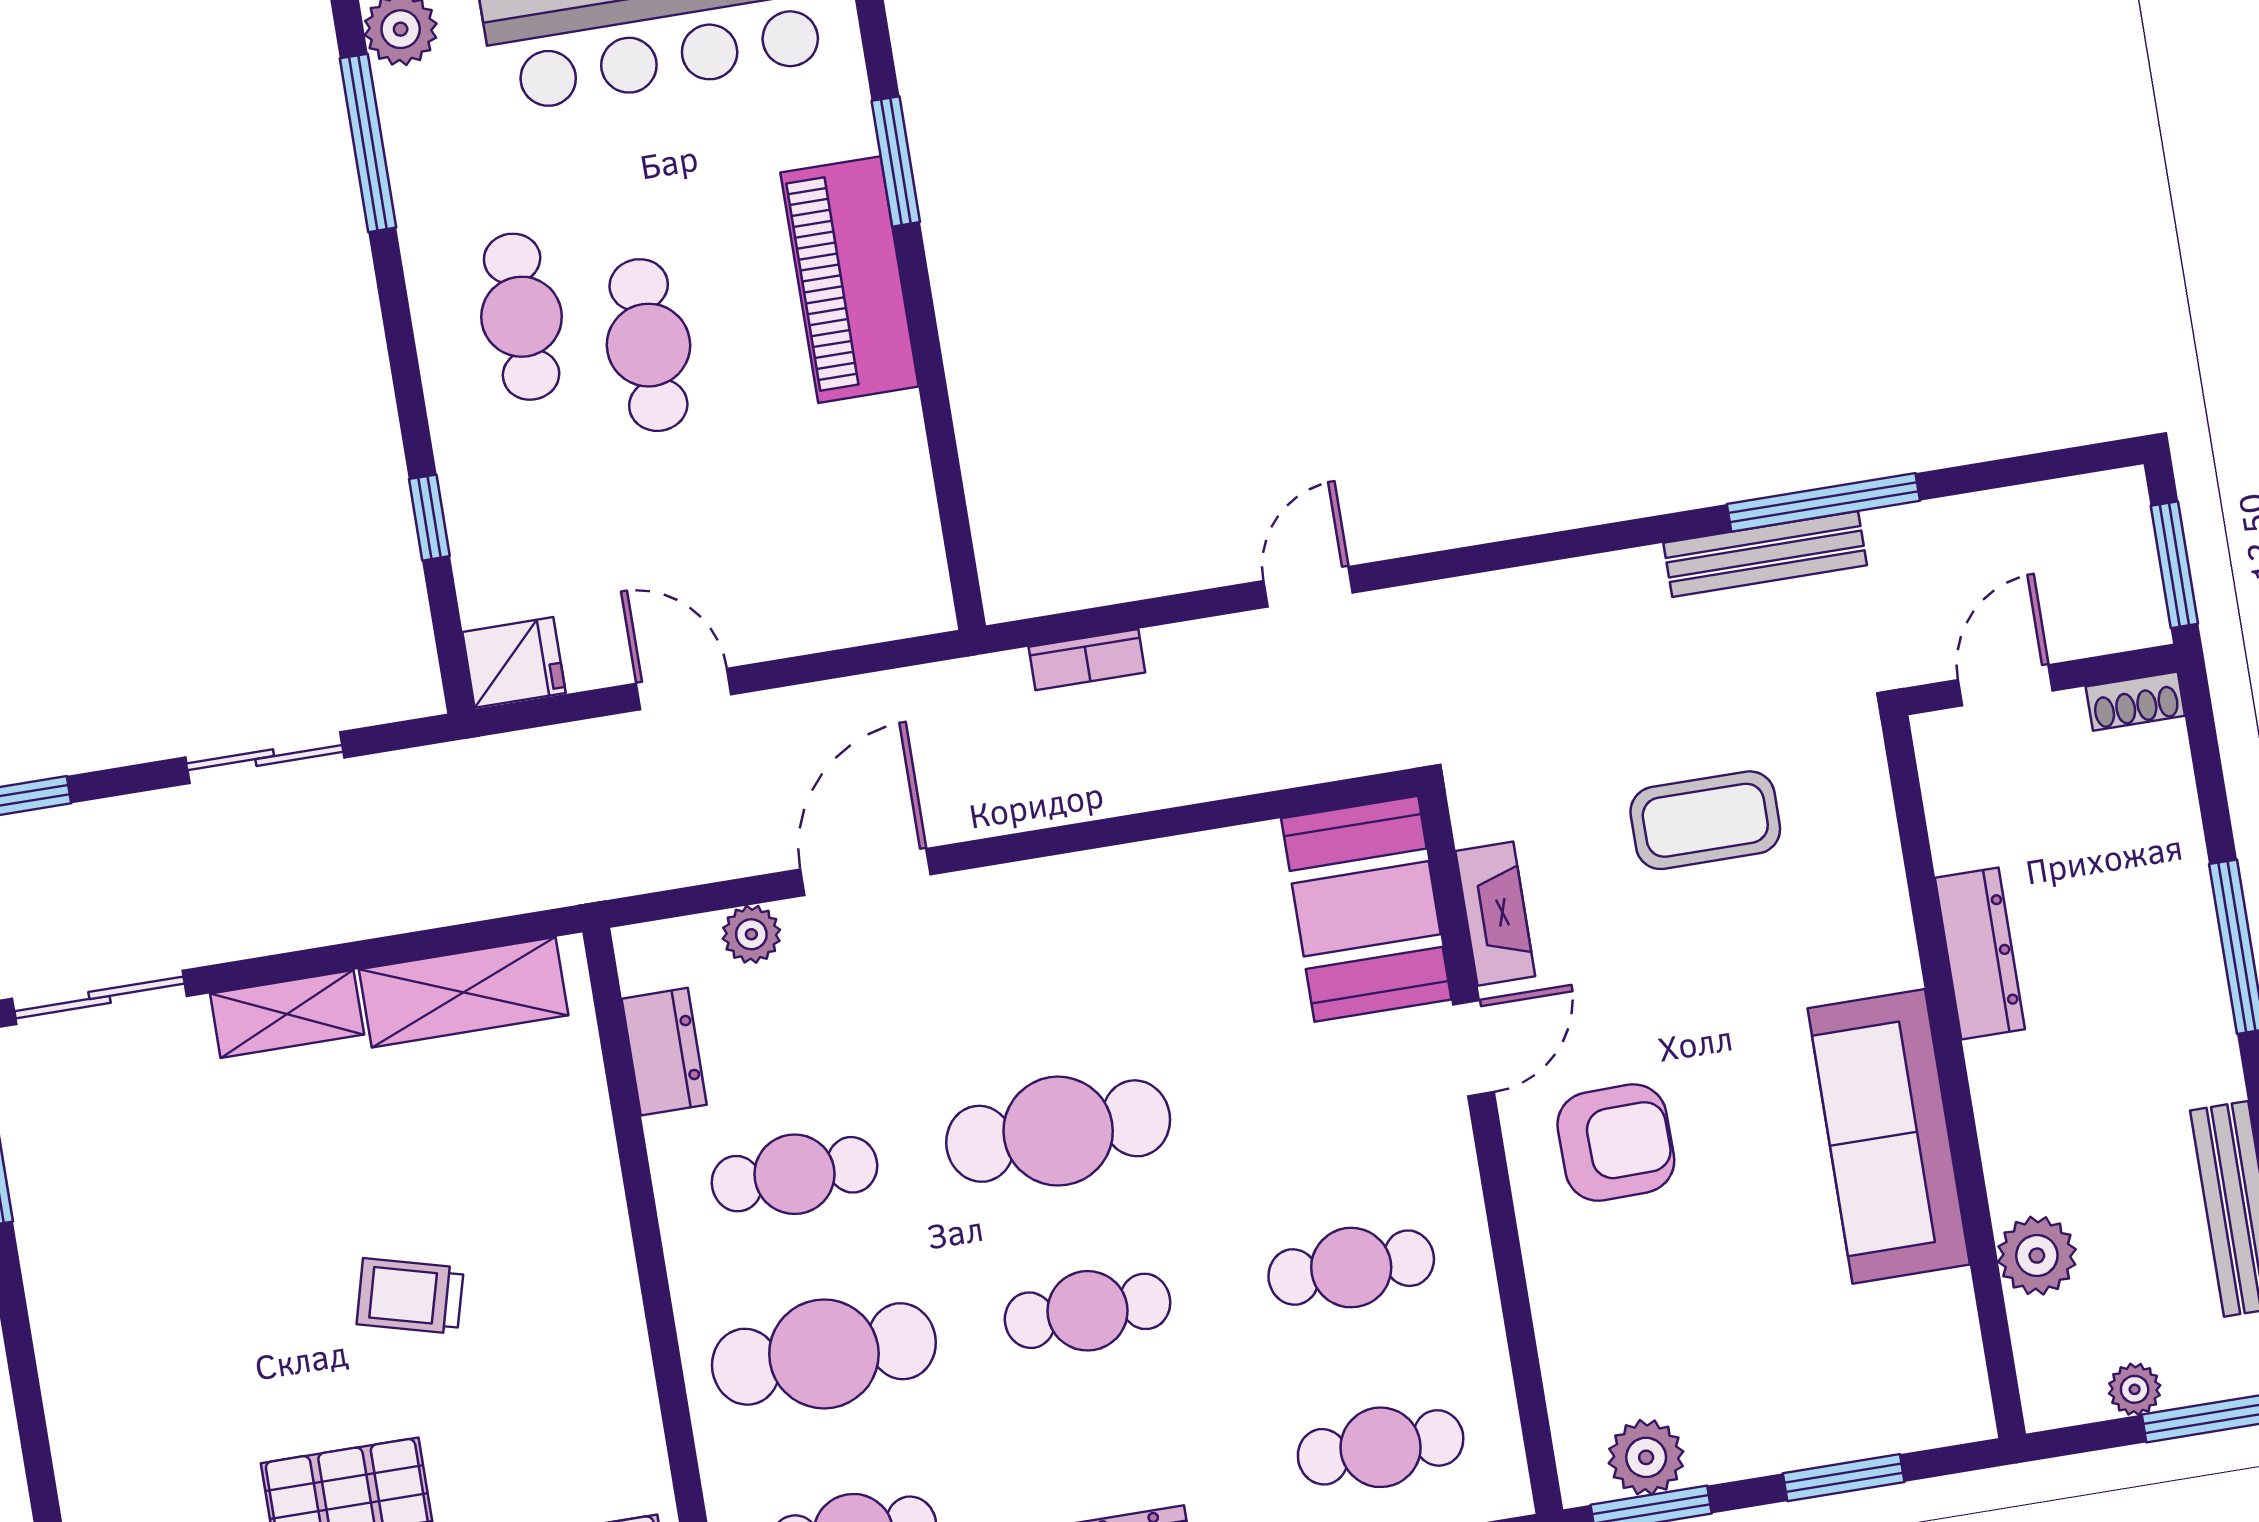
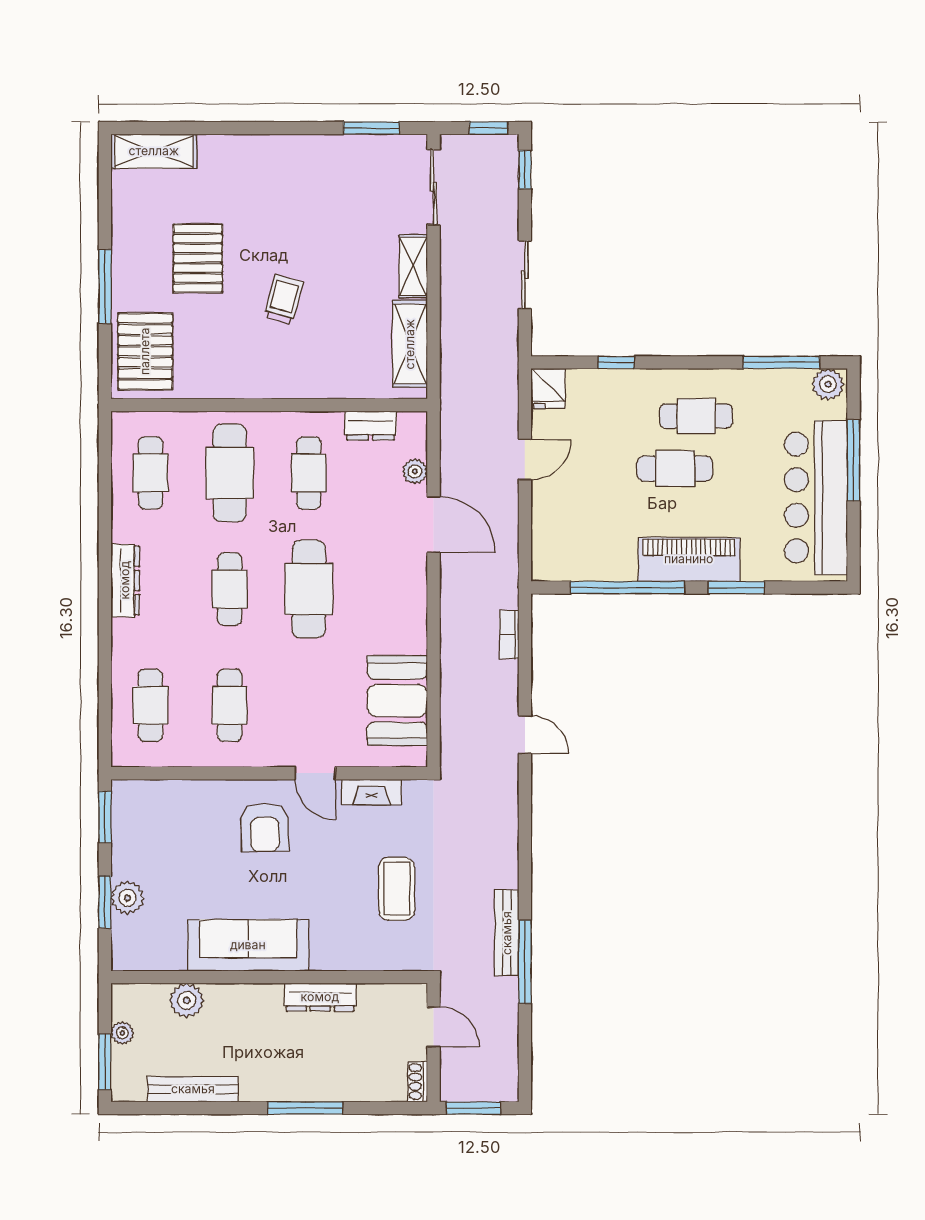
window: (936, 408) -> (628, 588), added
booth: (1366, 909) -> (397, 701), moved, turned 90
plant: (1646, 1457) -> (127, 898), moved

